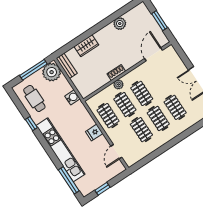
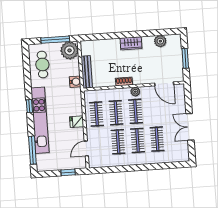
plant: (120, 24) -> (160, 41), moved
wardrobe: (86, 46) -> (131, 43), moved
door: (153, 54) -> (164, 84), swing flipped
bench: (67, 66) -> (87, 72), moved, width x1.36
plant: (118, 84) -> (135, 92), moved
window: (31, 124) -> (29, 106), moved
window: (102, 189) -> (68, 172), moved

